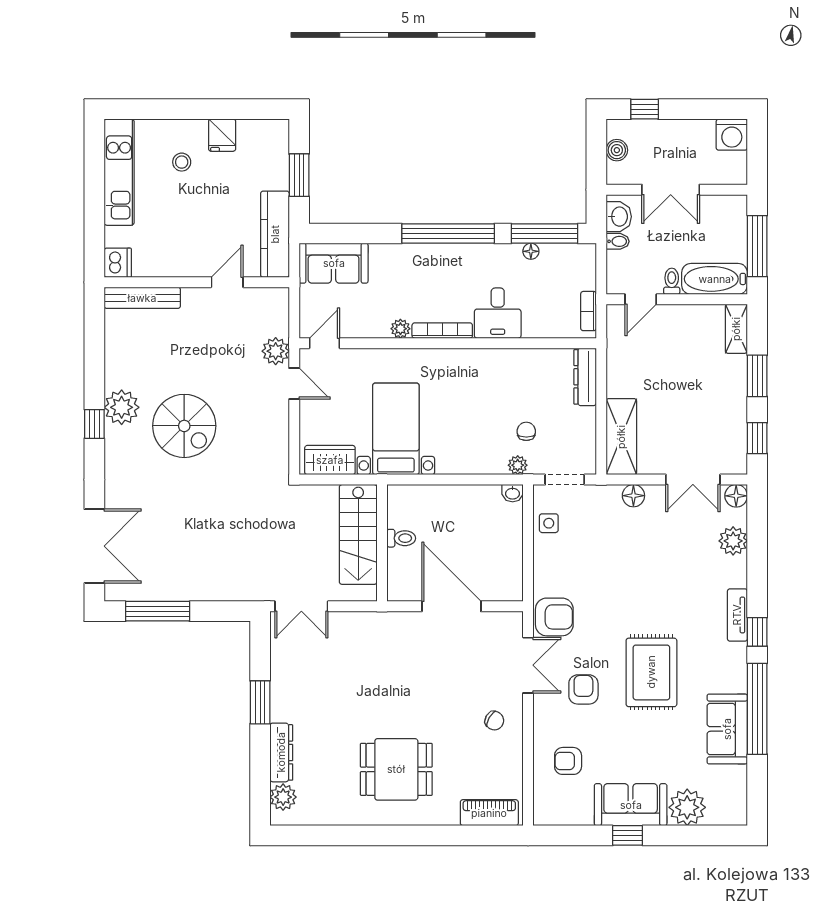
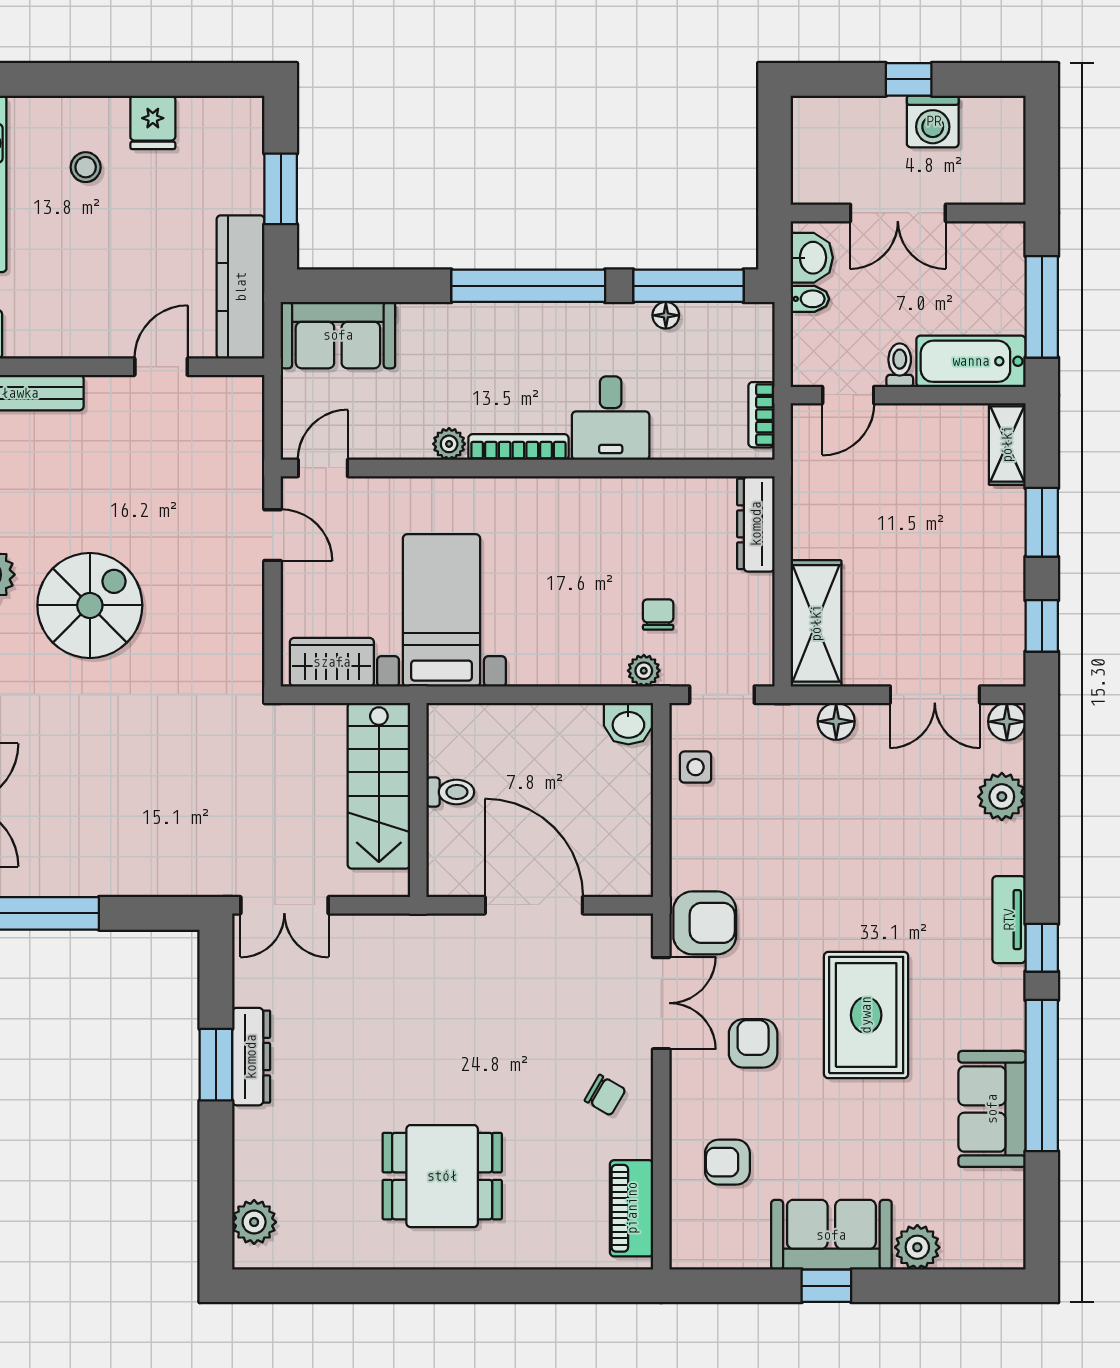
window: (645, 109) -> (909, 79), moved
washing machine: (732, 135) -> (933, 121), moved
boiler: (617, 150) -> (809, 147), removed
plant: (276, 351) -> (242, 481), removed
spiral stairs: (184, 426) -> (90, 605), turned -90
washbasin: (513, 493) -> (628, 724), width x1.38, depth x1.45
dresser: (281, 752) -> (251, 1057), moved
plant: (687, 807) -> (917, 1247), width x0.73, depth x0.73
piano: (489, 813) -> (632, 1208), moved, turned -90

